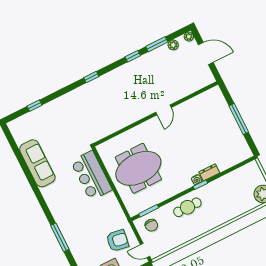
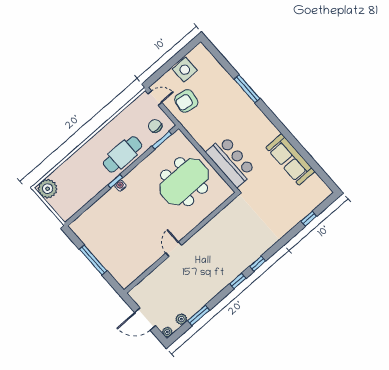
window: (133, 56) -> (238, 281), moved
dresser: (209, 172) -> (109, 197), removed
cafe table: (187, 207) -> (123, 154), width x1.37, depth x1.35

